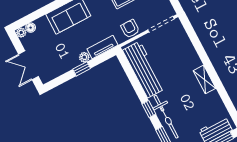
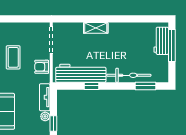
shelving: (205, 79) -> (96, 28), moved
window: (149, 109) -> (92, 86), moved

